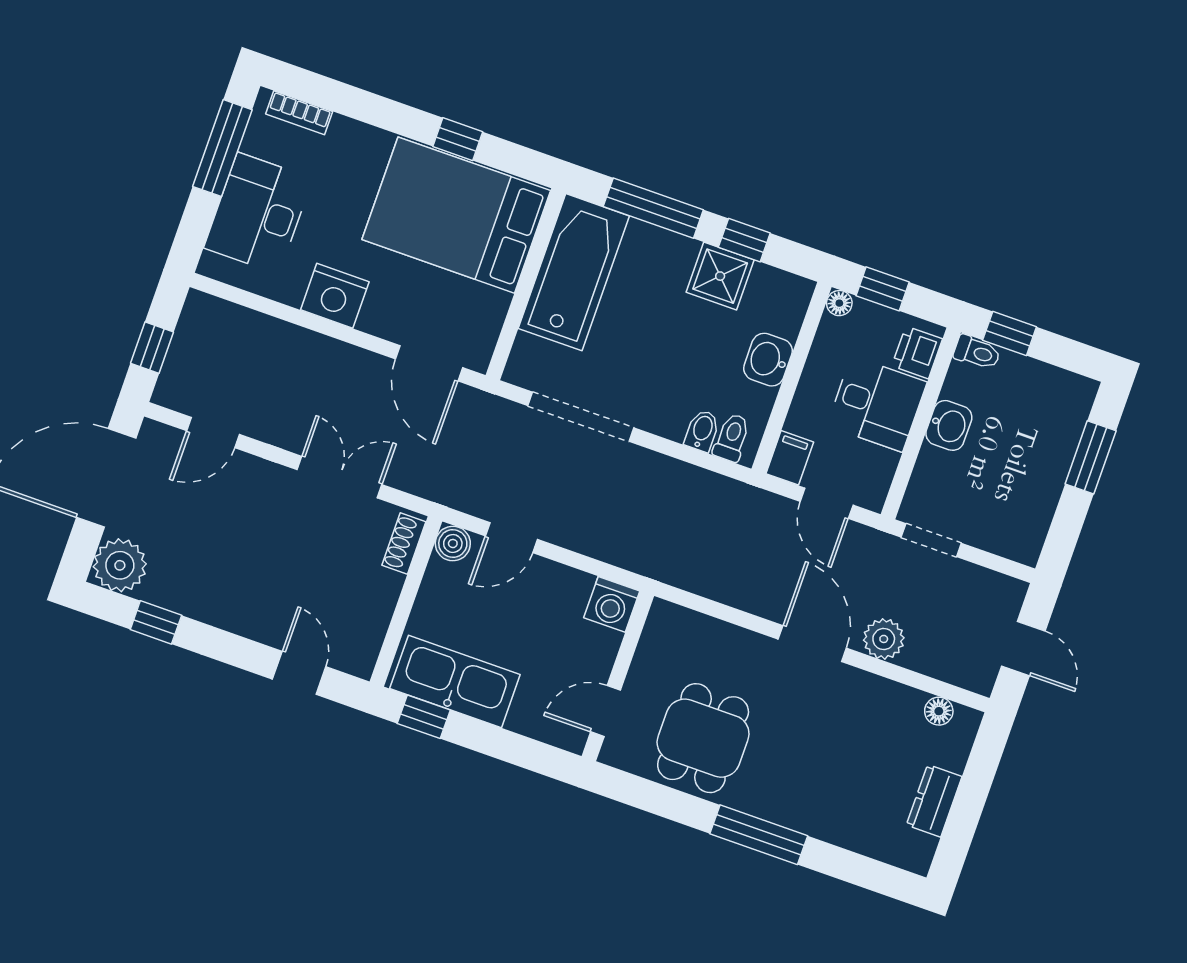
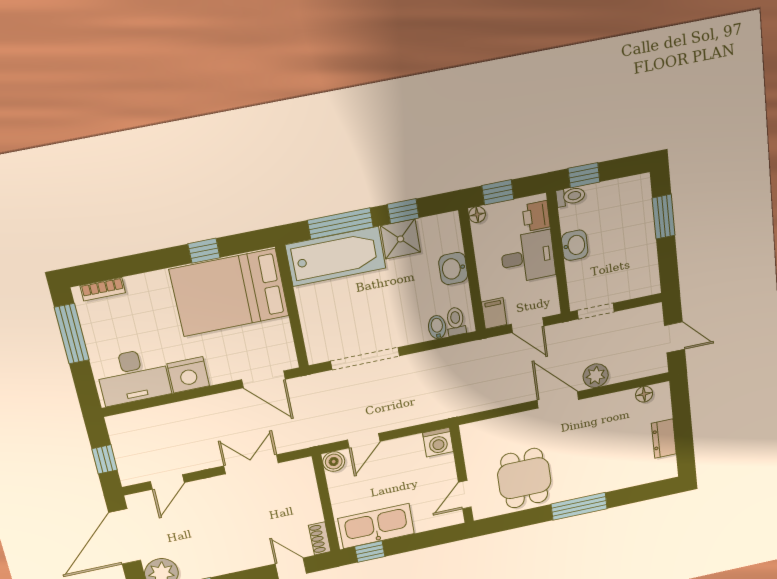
desk: (258, 213) -> (133, 376), moved, turned -90
bathtub: (574, 272) -> (336, 256), moved, turned 90
shoe rack: (404, 543) -> (320, 538), moved

